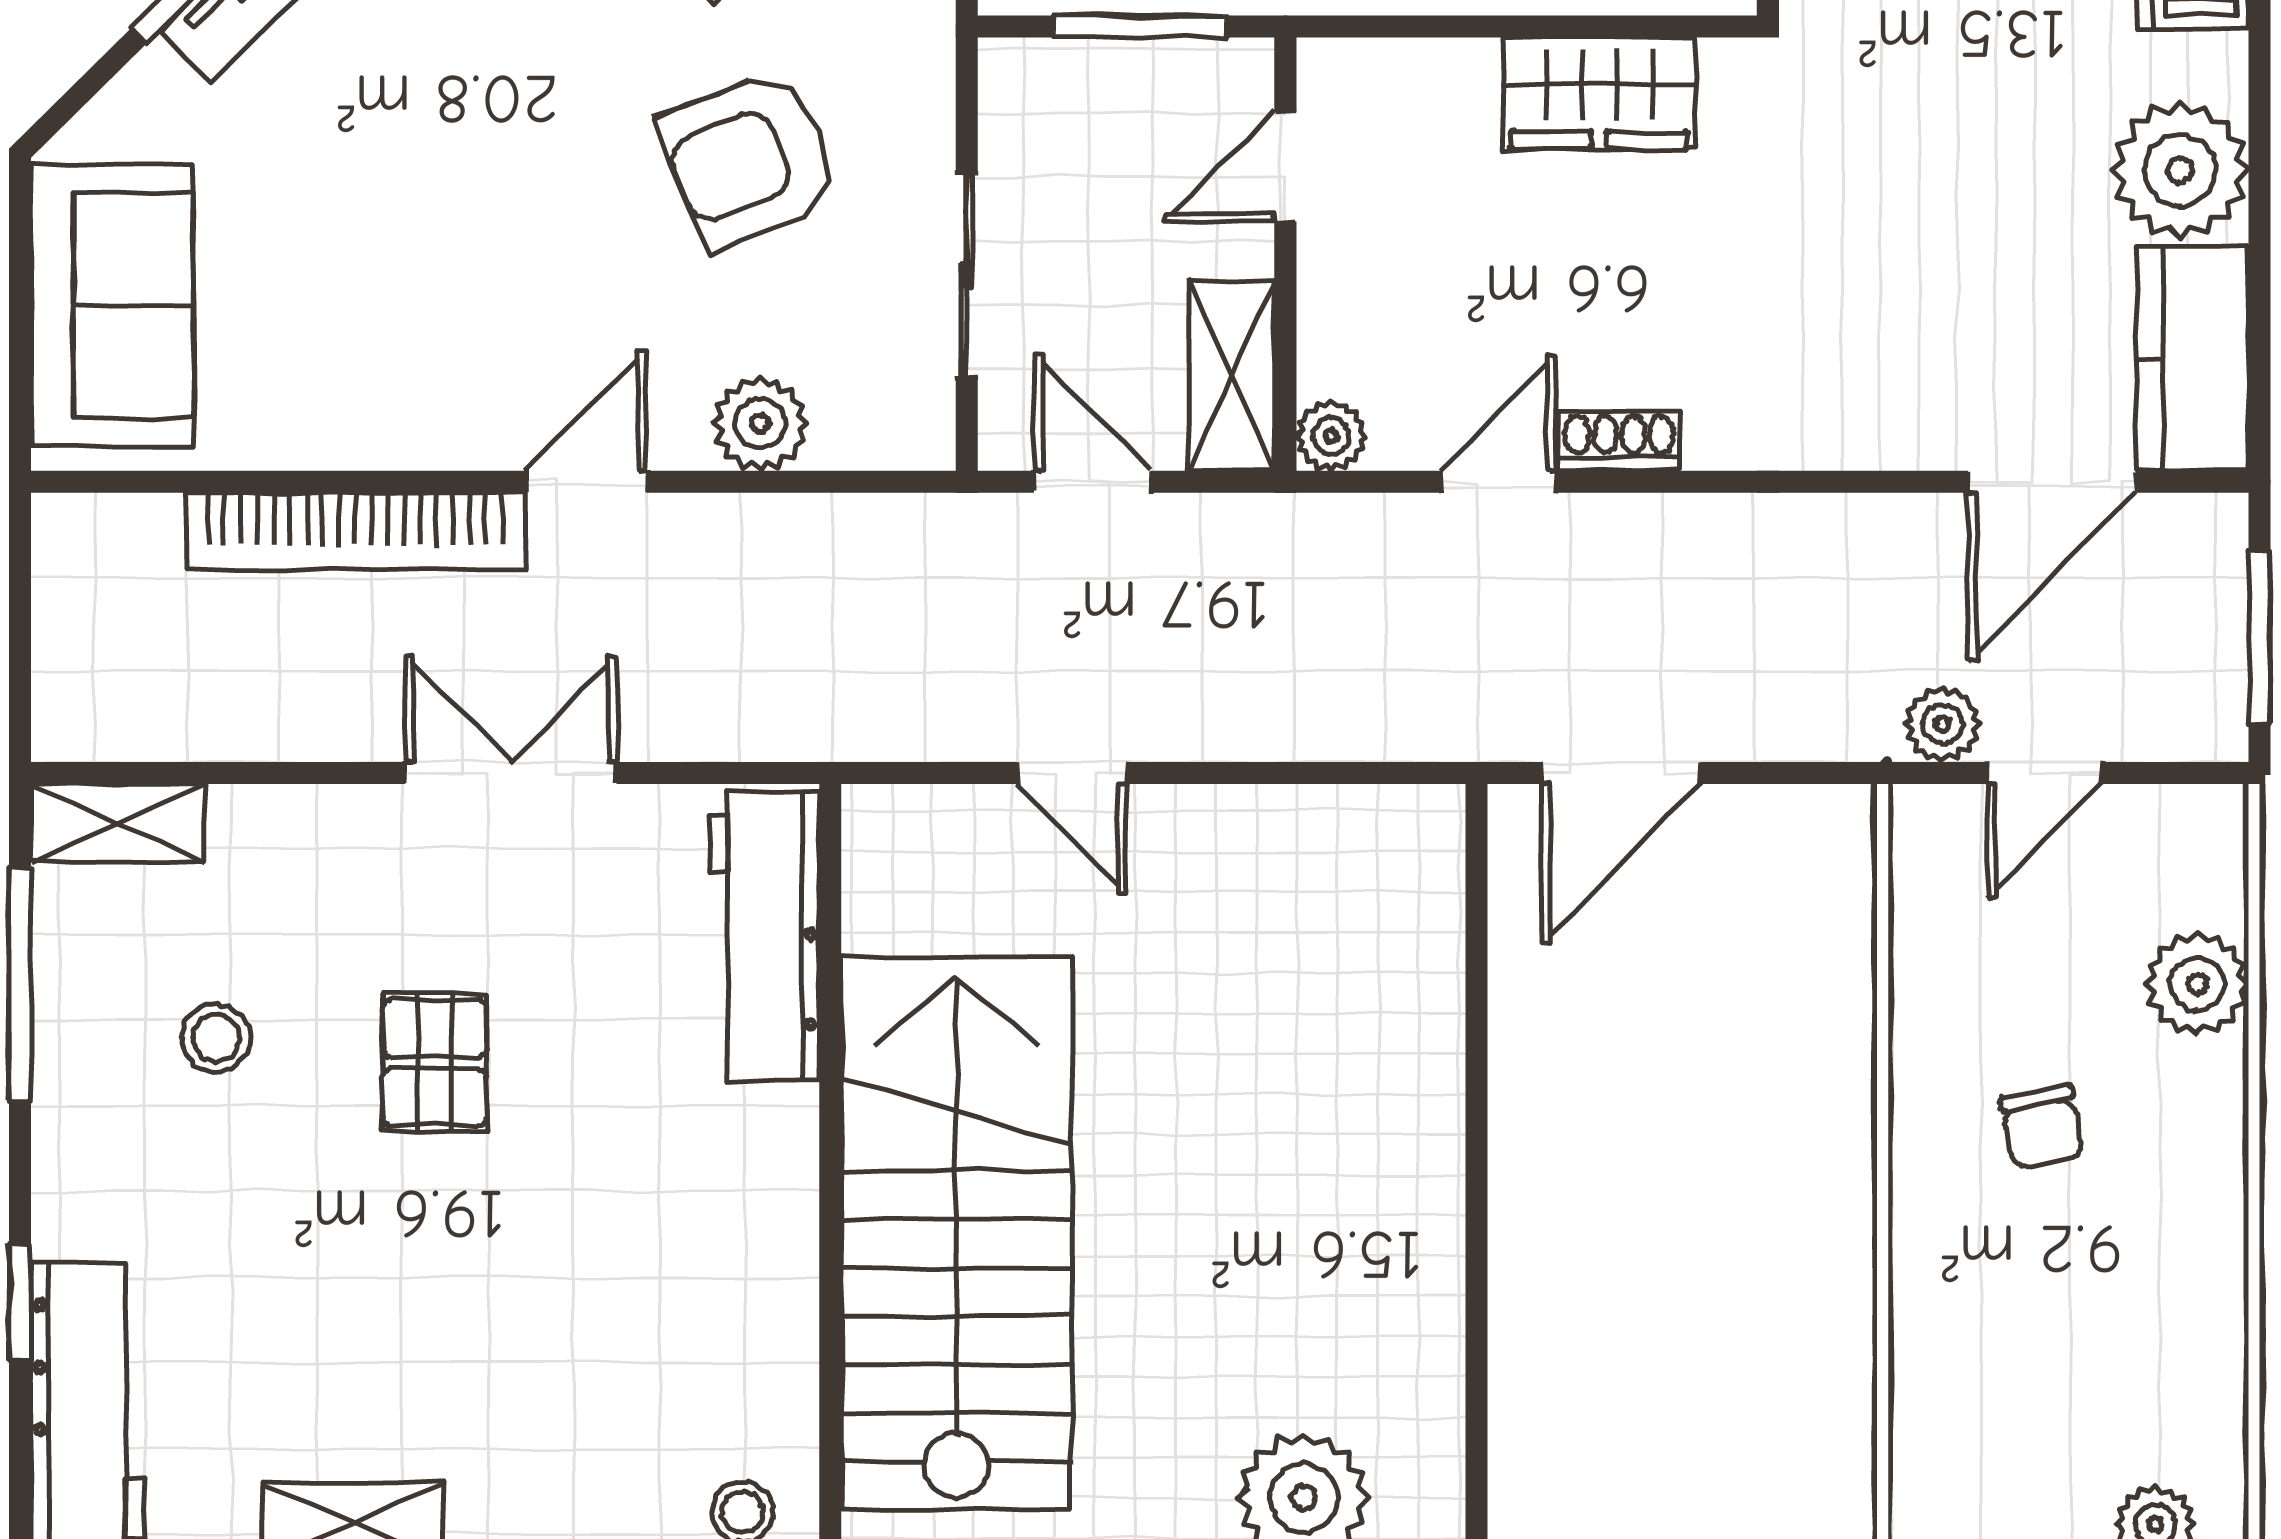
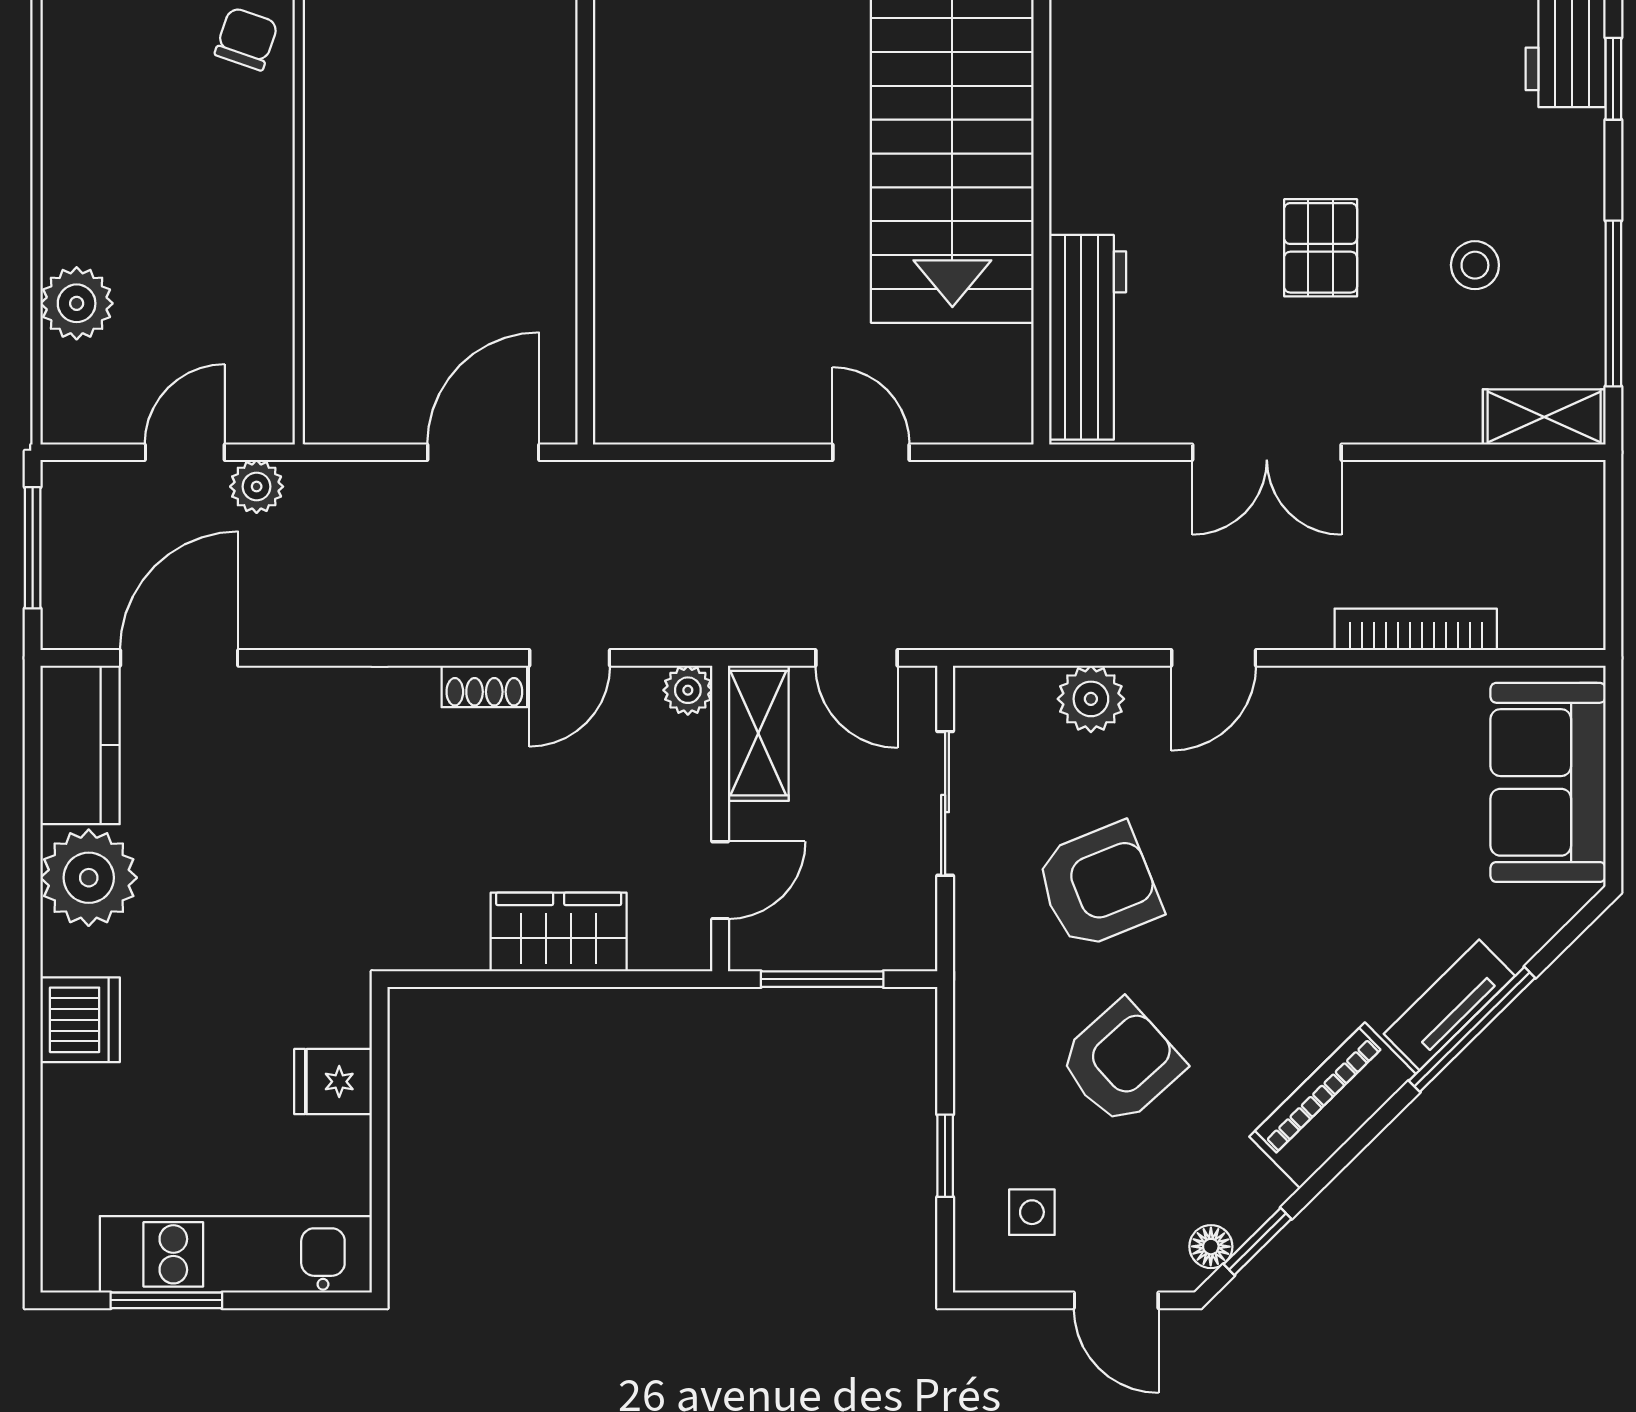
wardrobe: (1599, 93) -> (559, 932), moved
bookcase: (355, 531) -> (1416, 629), width x0.68, depth x0.76
chair: (2042, 1127) -> (246, 39), moved, turned 30

